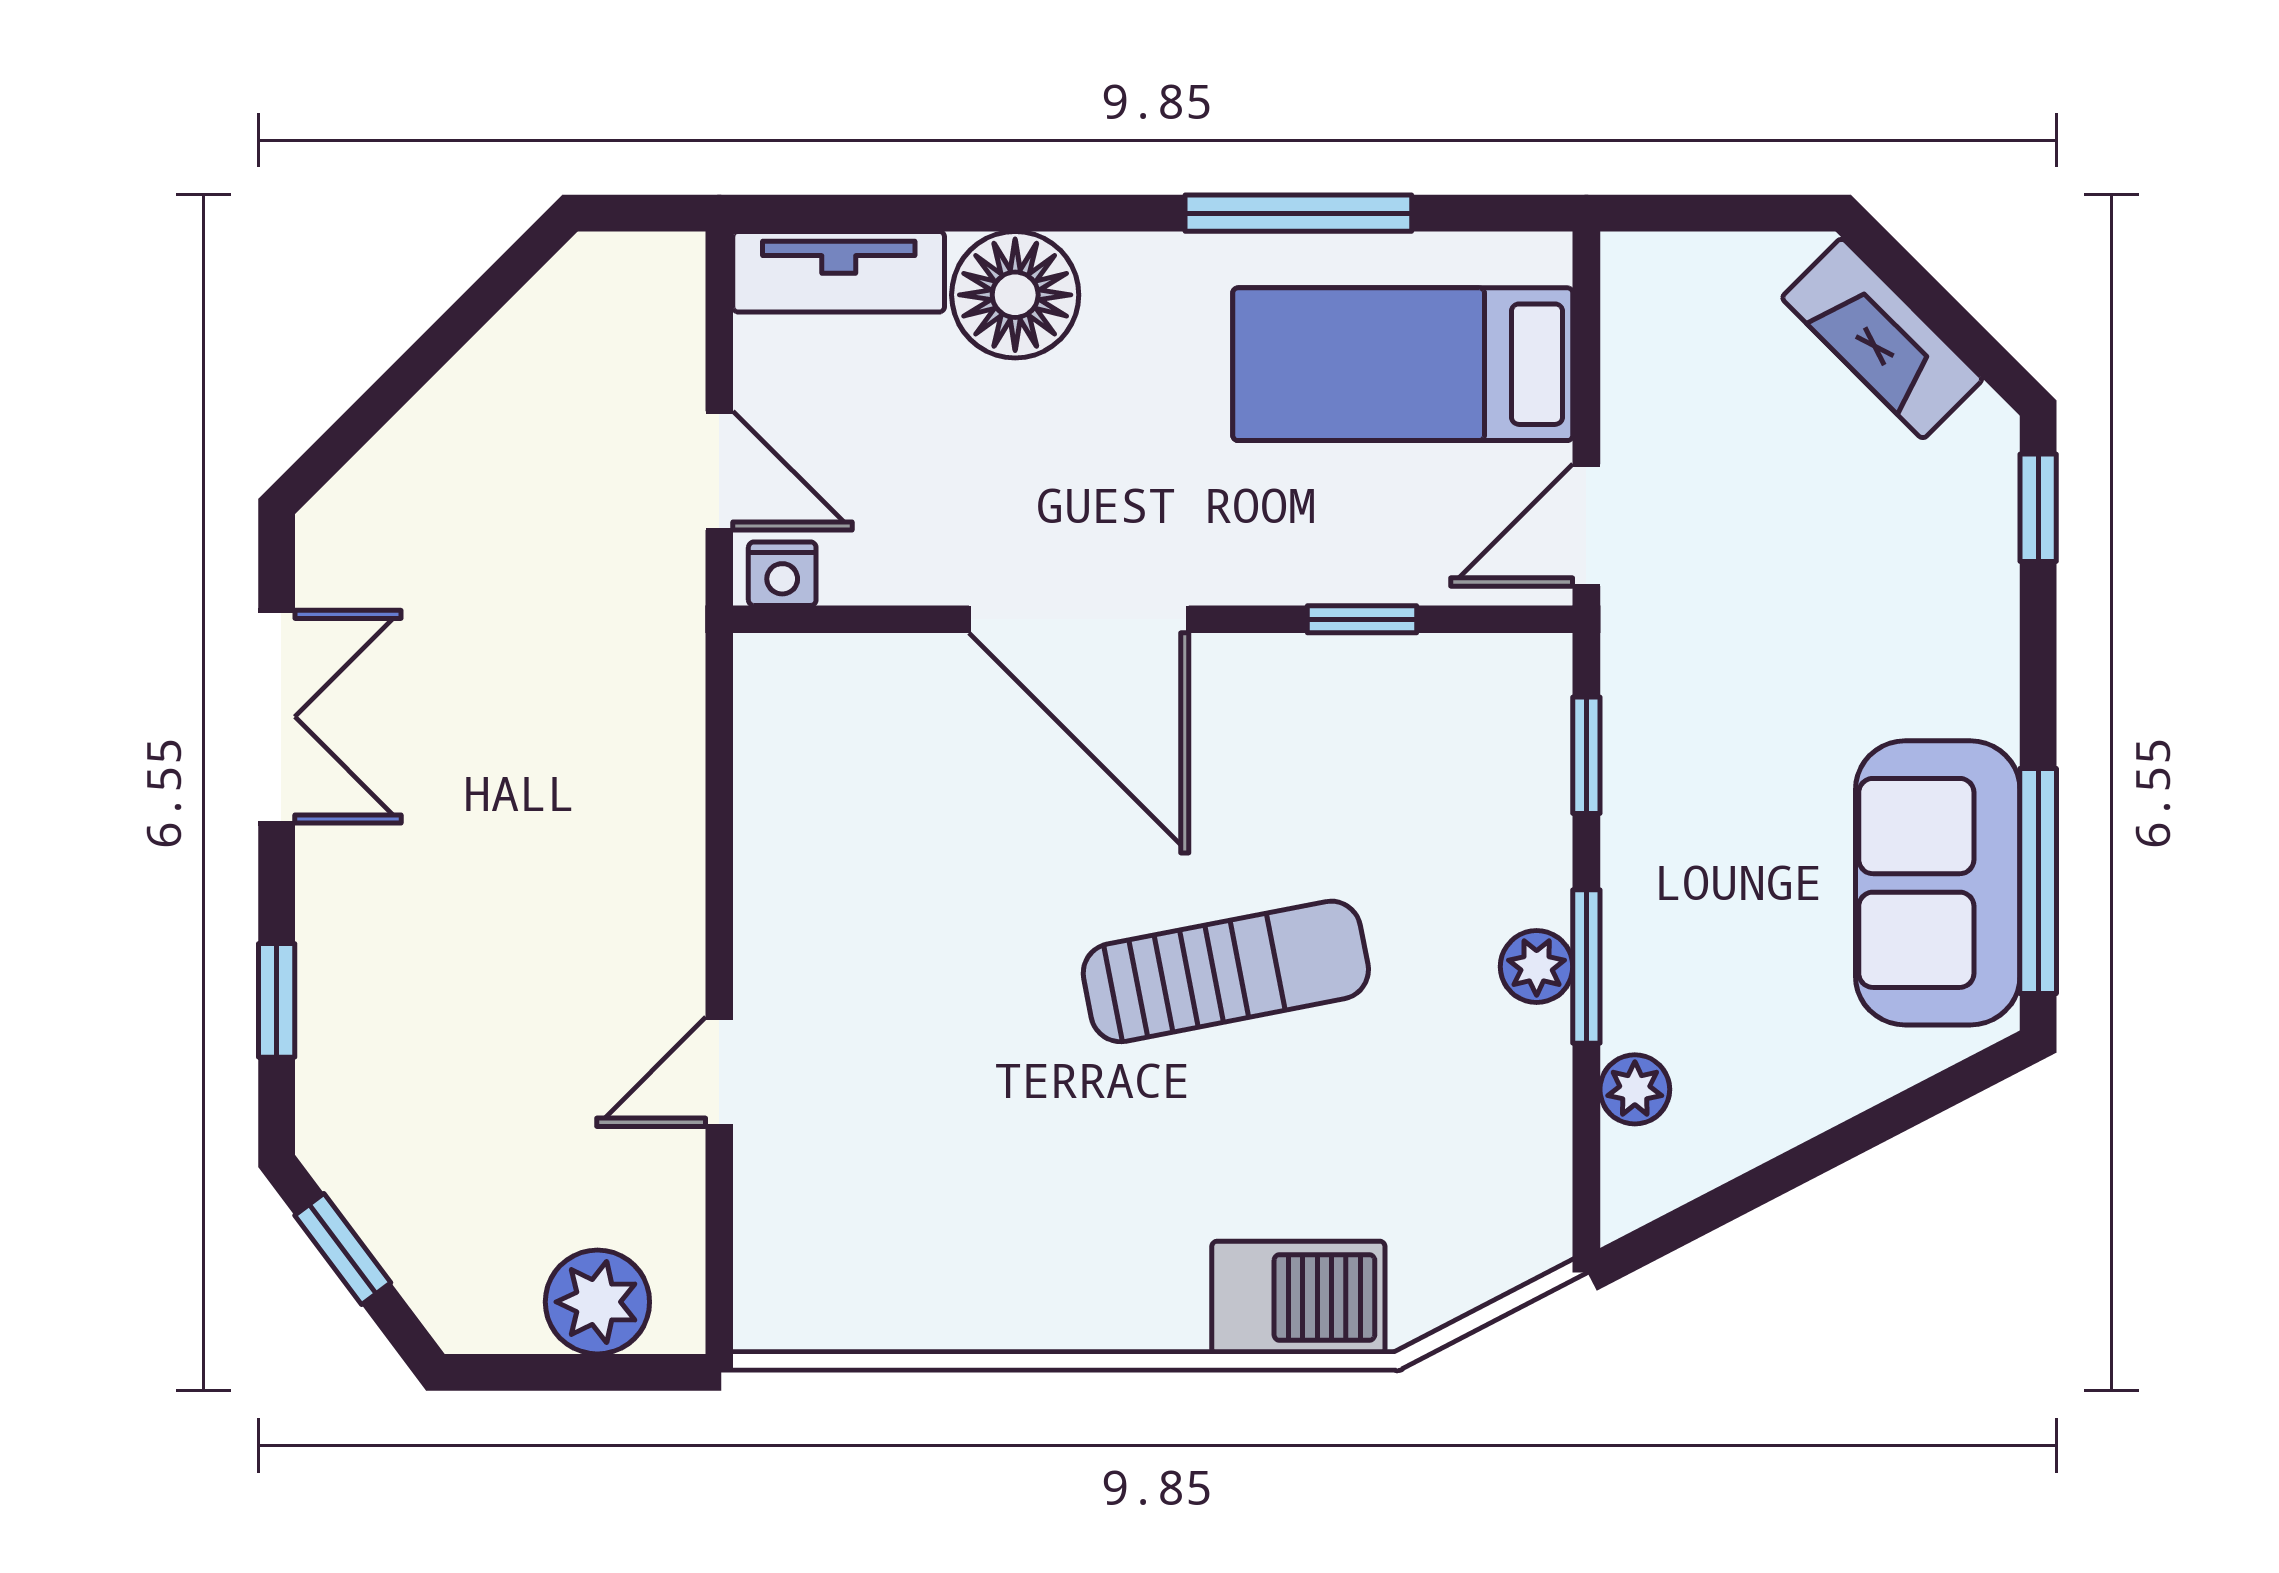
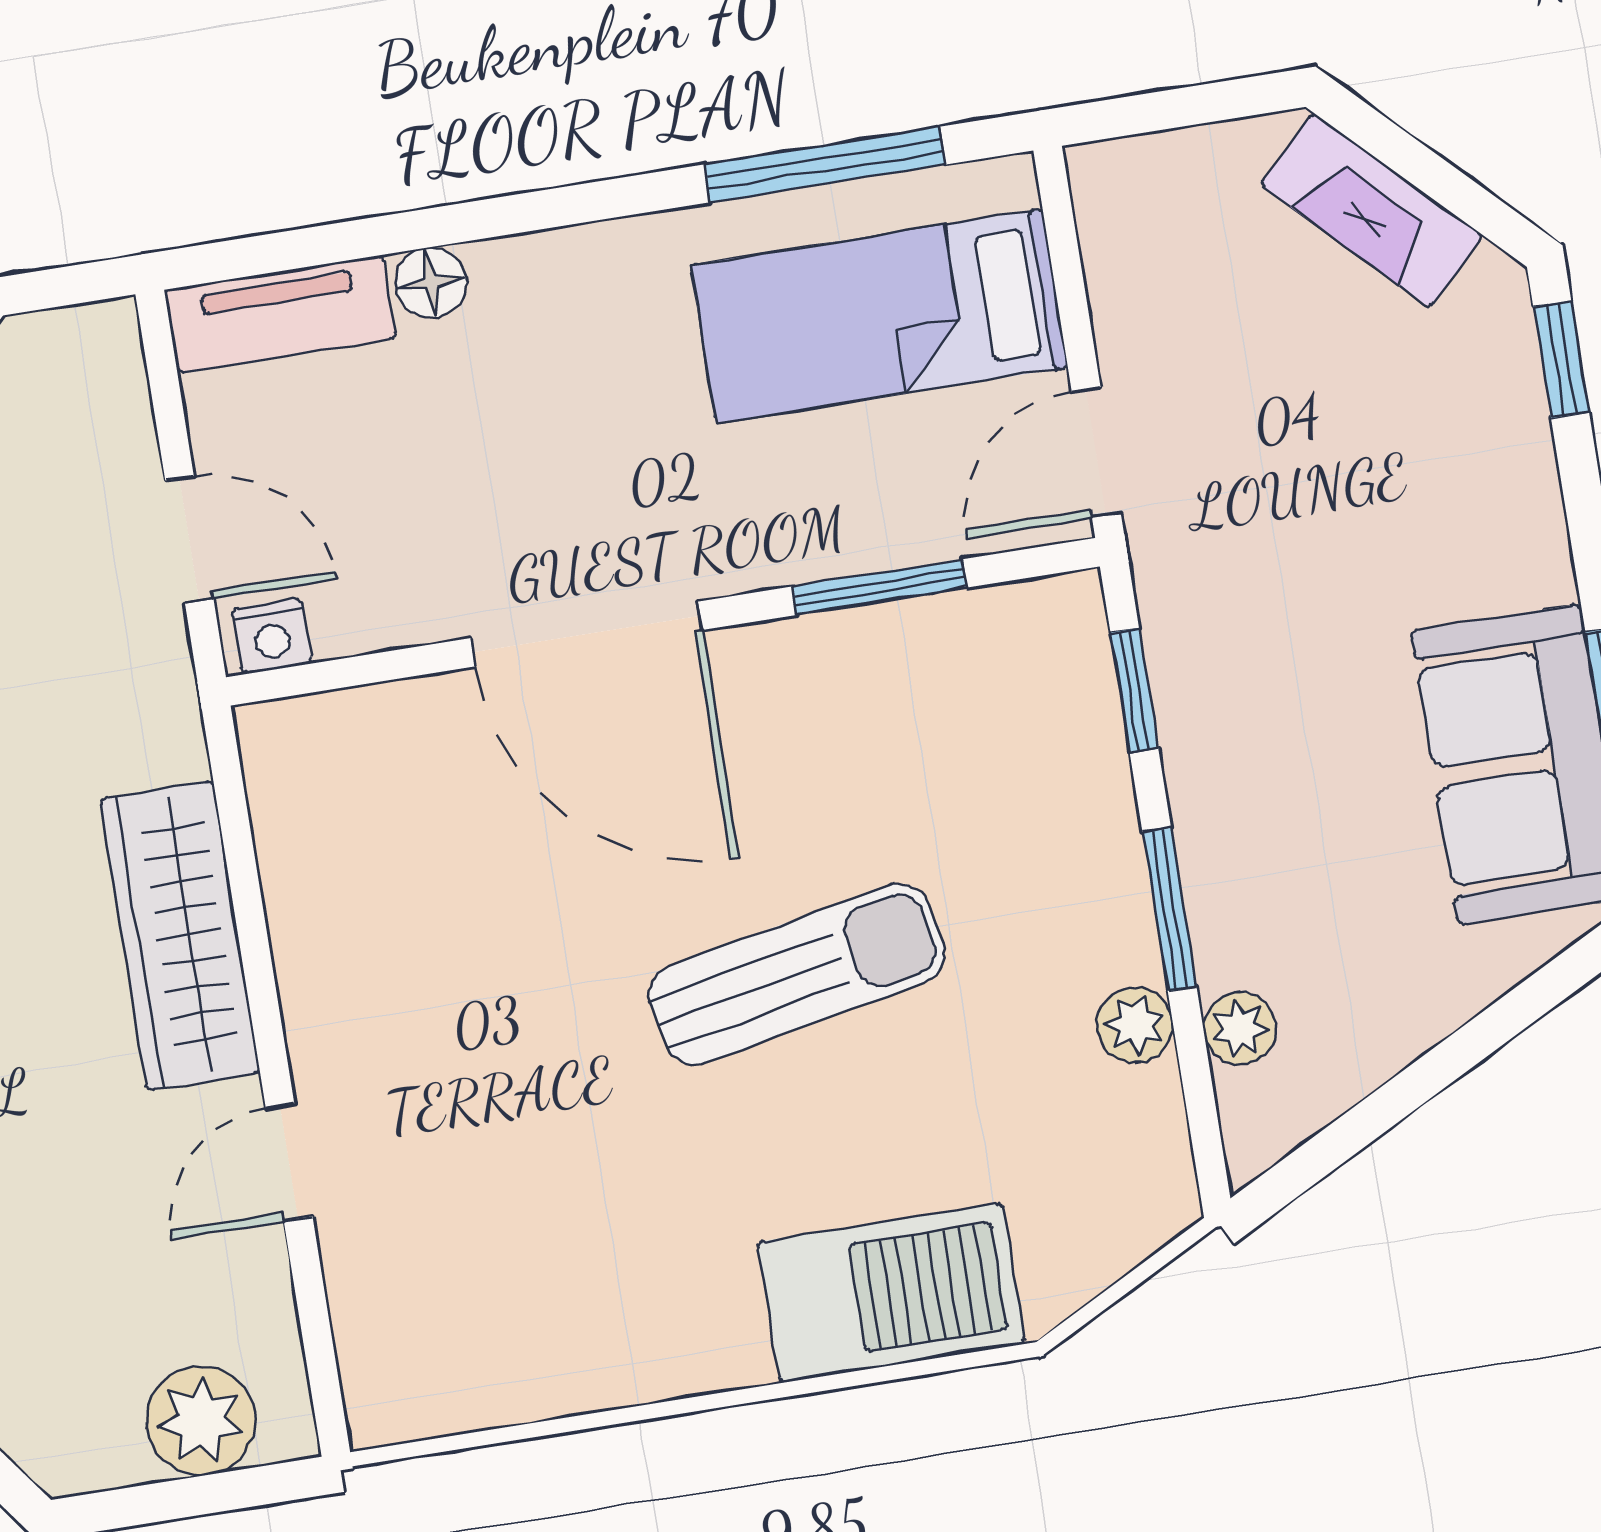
window: (1298, 213) -> (825, 164), moved
floor lamp: (1015, 295) -> (431, 283), width x0.53, depth x0.53
window: (1362, 619) -> (880, 587), width x1.50
wardrobe: (651, 842) -> (180, 936), added
plant: (1537, 967) -> (1135, 1025), moved
barbecue: (1298, 1298) -> (891, 1293), width x1.37, depth x1.21

